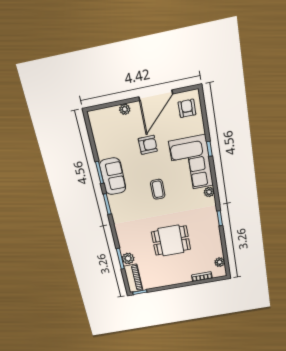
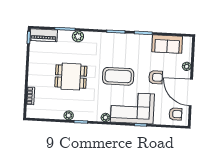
armchair: (148, 145) -> (156, 77), turned -89
sofa: (113, 176) -> (167, 44), moved
coffee table: (158, 189) -> (118, 76), width x1.86, depth x1.72
dining table: (171, 241) -> (71, 77), turned 90
plant: (128, 258) -> (78, 36), moved
plant: (220, 262) -> (69, 115), moved

